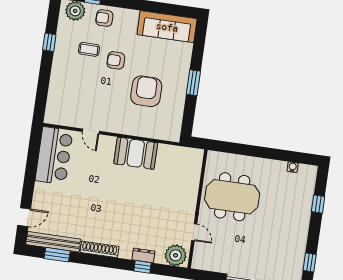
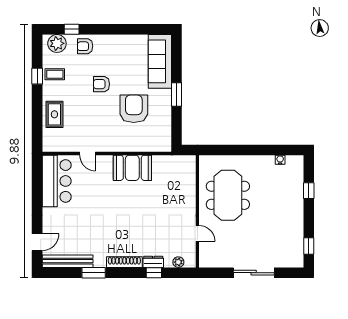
sofa: (167, 27) -> (160, 61), moved, turned 90
coffee table: (89, 49) -> (55, 74), moved
rug: (62, 85) -> (54, 114), added
meeting table: (232, 197) -> (228, 195), turned 90
shoe rack: (100, 249) -> (124, 262), moved
window: (57, 255) -> (94, 273), moved
plant: (176, 255) -> (178, 262), width x0.53, depth x0.53

